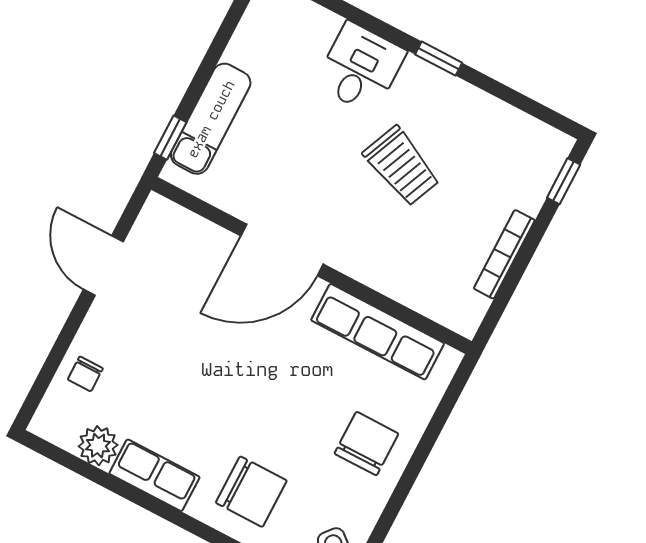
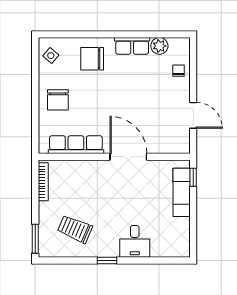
trolley: (402, 166) -> (75, 229), moved
window: (564, 181) -> (35, 239), width x1.50
door: (282, 250) -> (128, 157), hinge flipped
bookcase: (504, 254) -> (43, 182), moved

